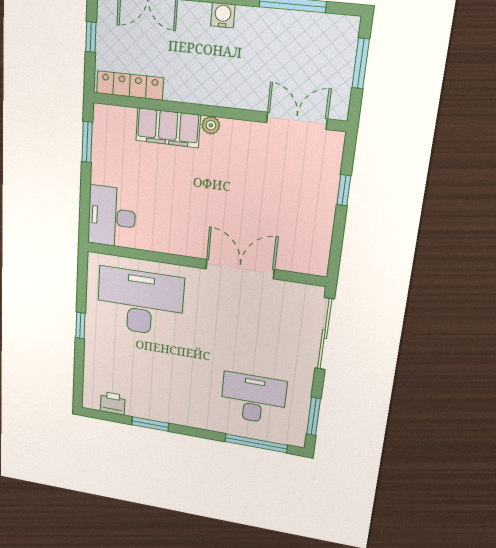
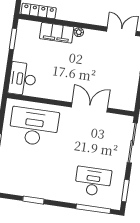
printer: (113, 403) -> (12, 188), removed

